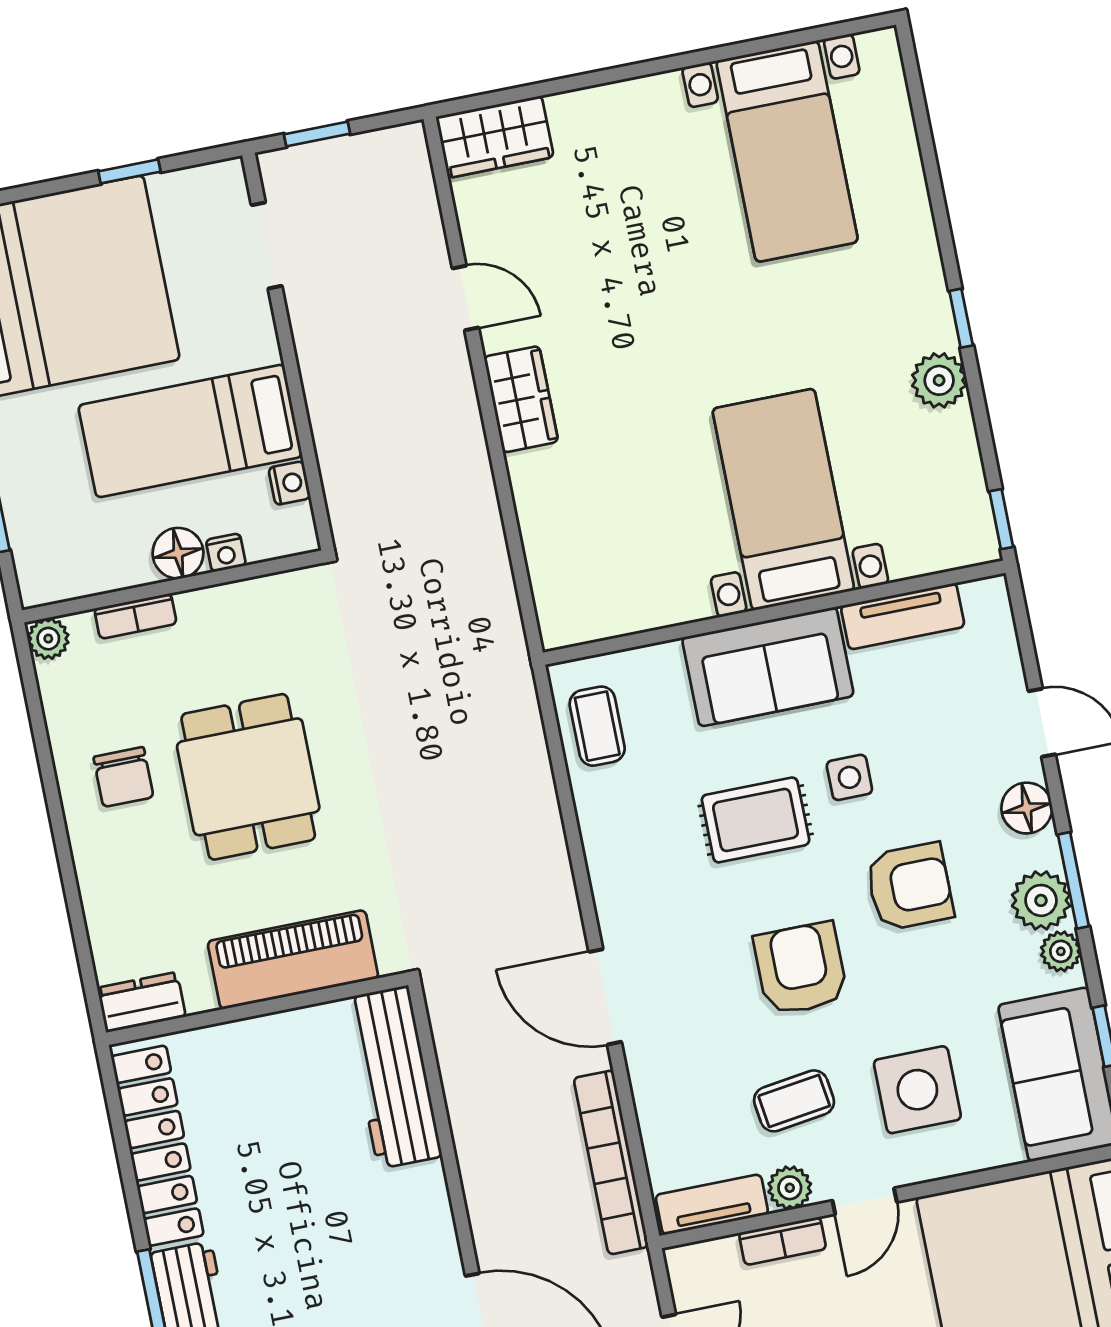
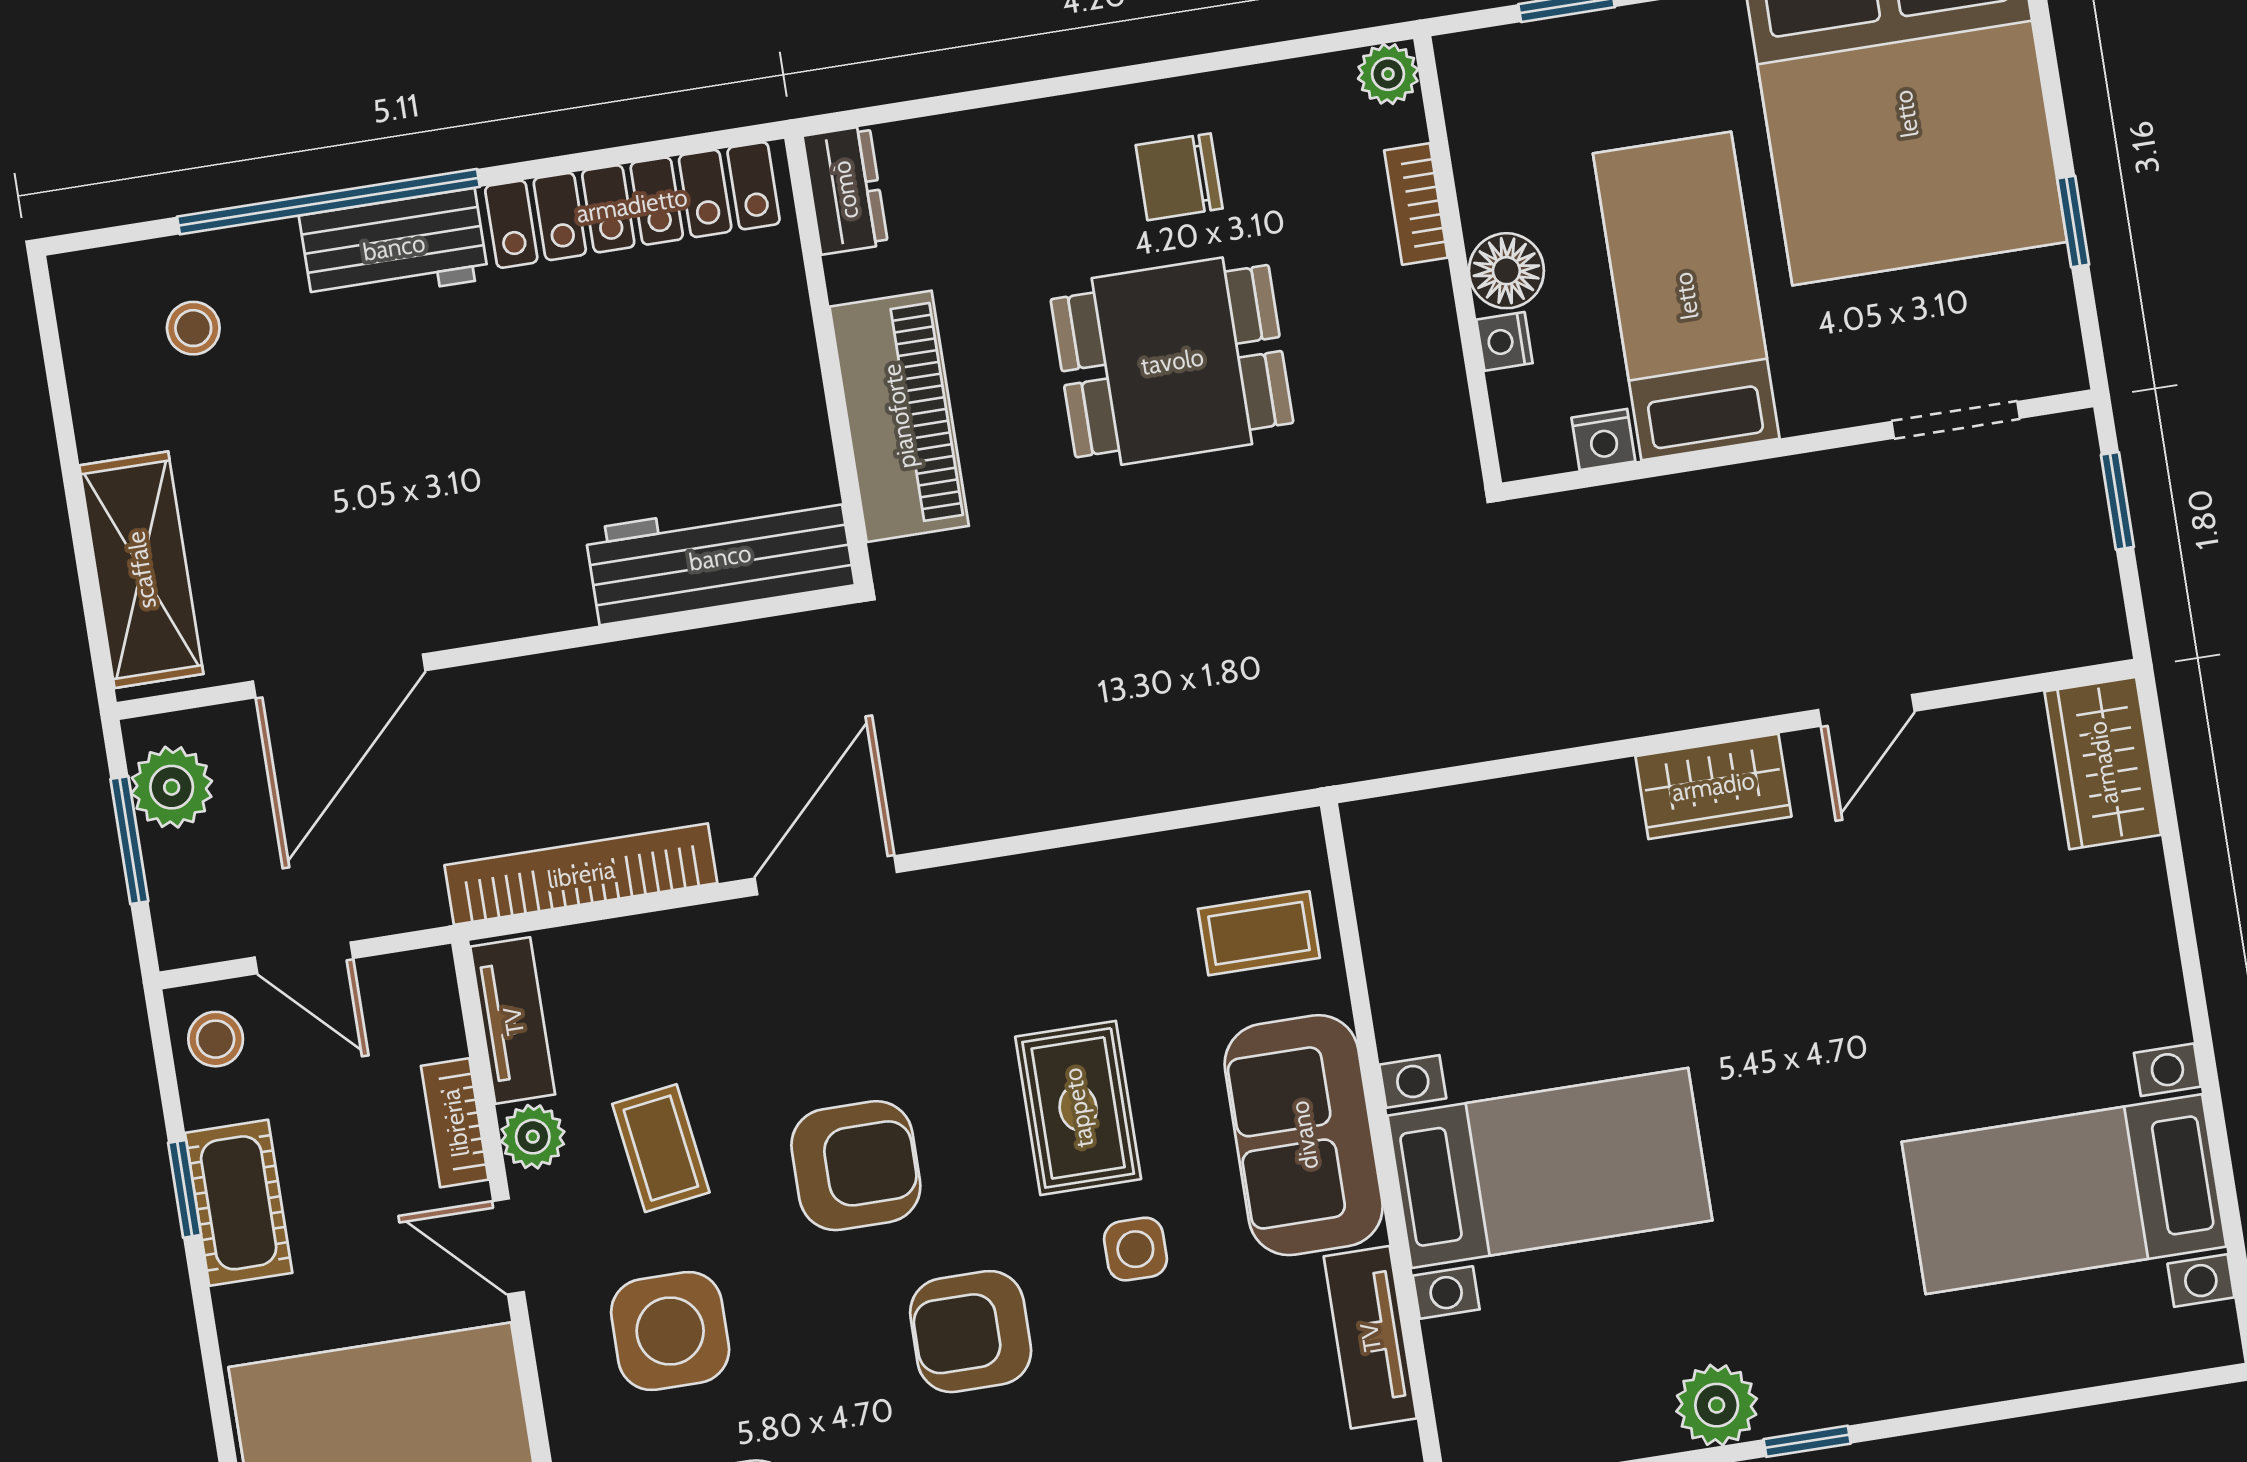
coffee table: (597, 726) -> (1259, 933), moved
armchair: (910, 887) -> (971, 1332), turned 90

